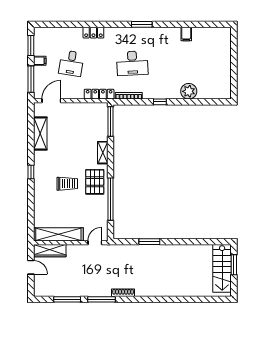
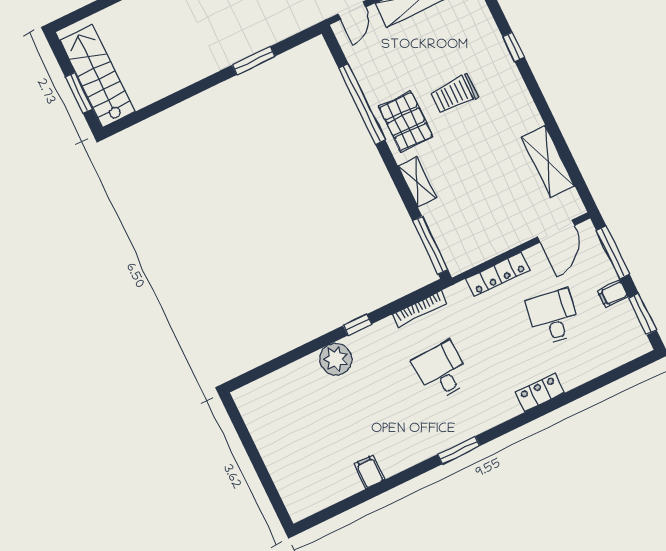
desk: (132, 63) -> (442, 371), width x0.73
plant: (189, 91) -> (336, 359), moved
locker: (99, 94) -> (498, 274), moved
window: (31, 172) -> (513, 47), moved

